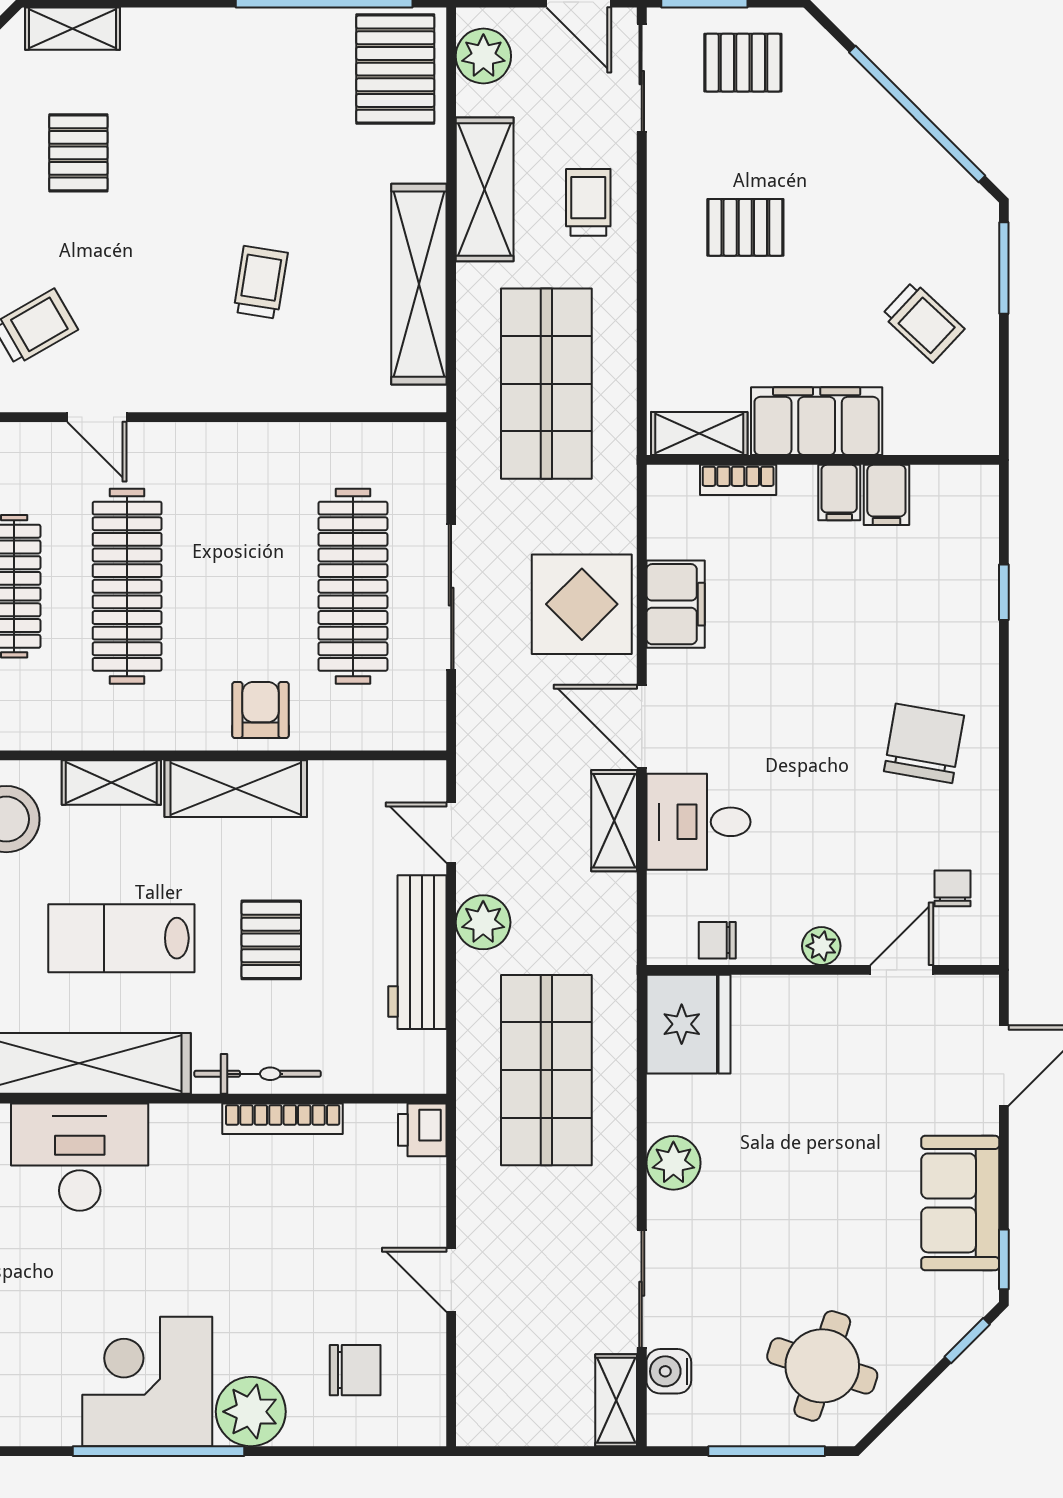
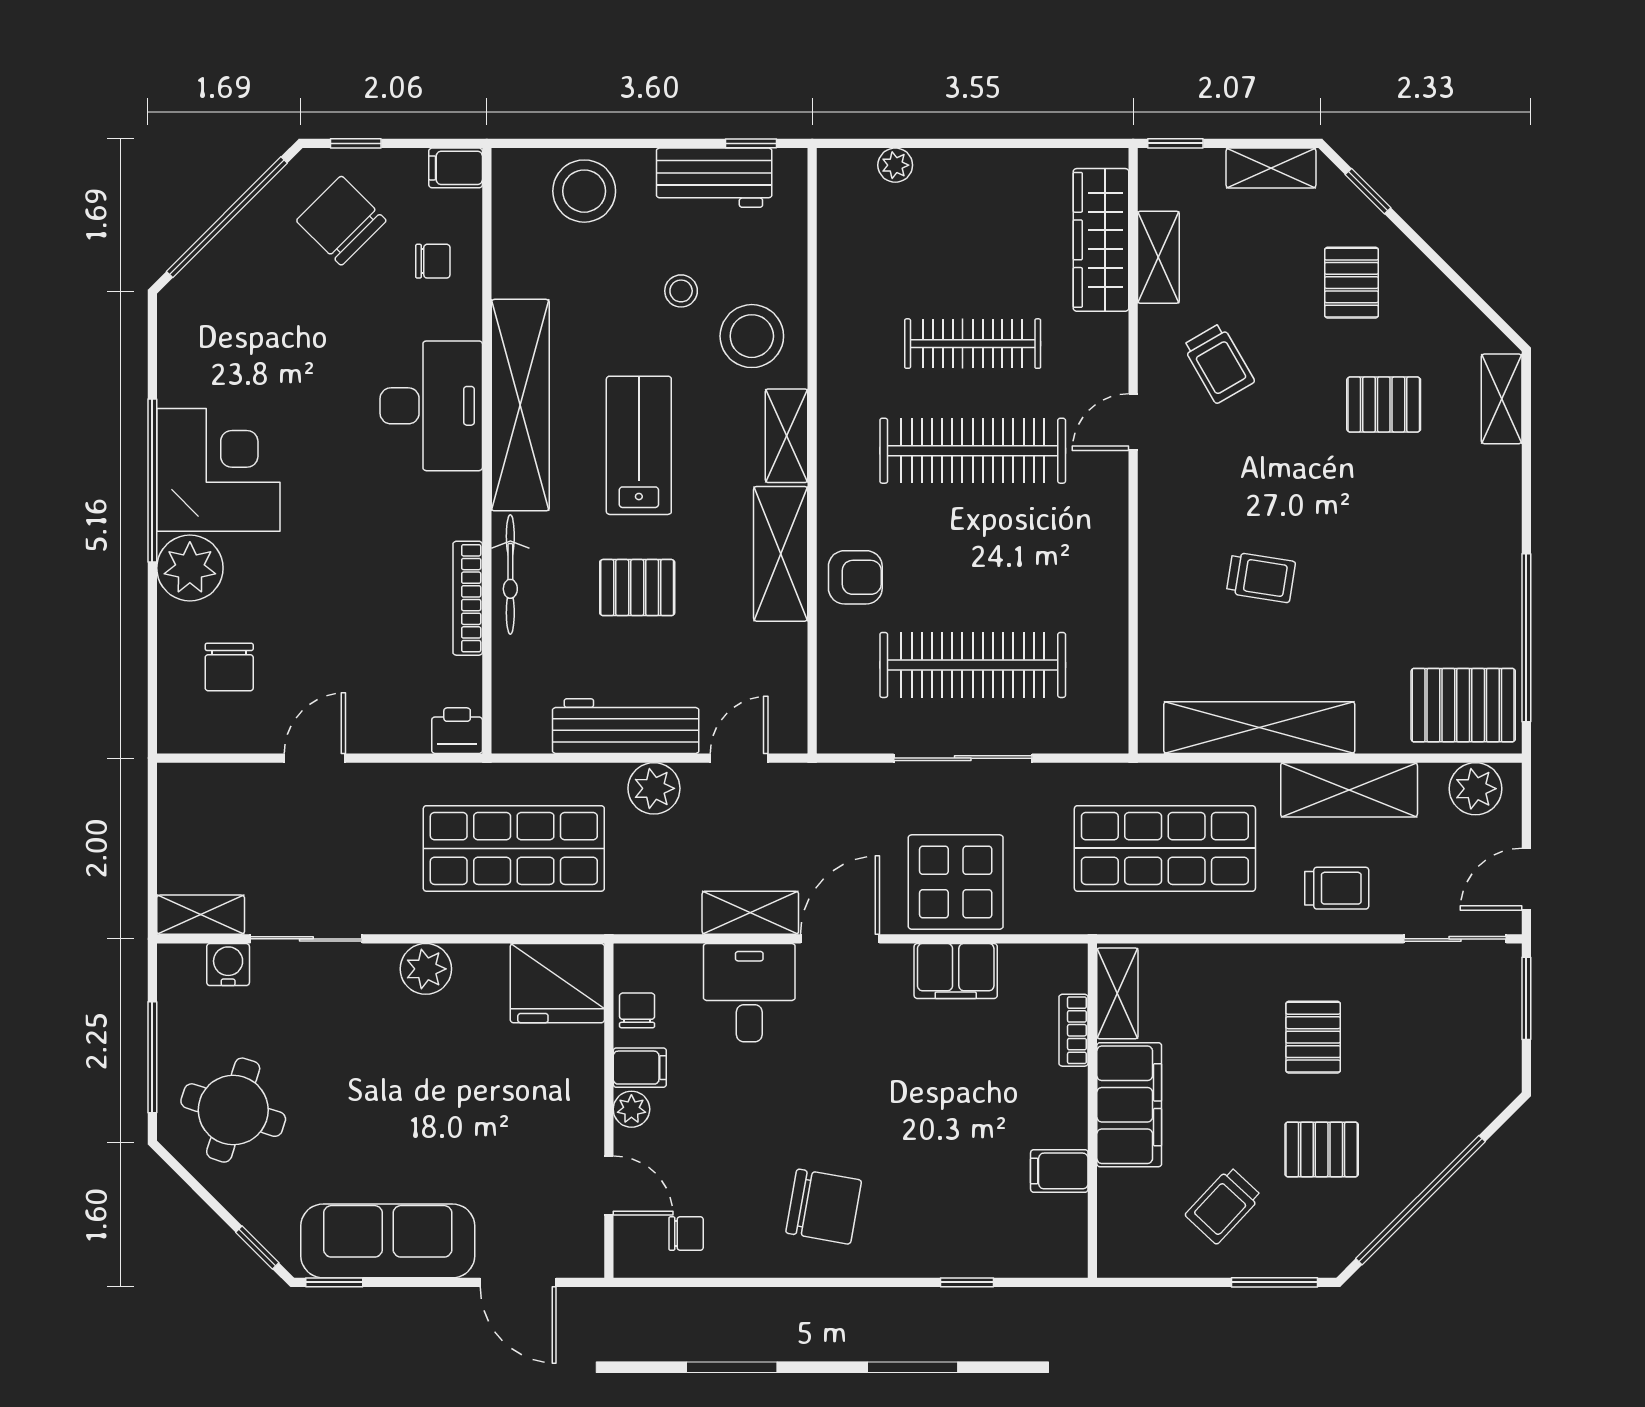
pallet: (743, 63) -> (1322, 1149), moved, turned 90
filing cabinet: (839, 493) -> (640, 1068), moved, turned 180
sofa: (960, 1203) -> (388, 1241), width x1.36

